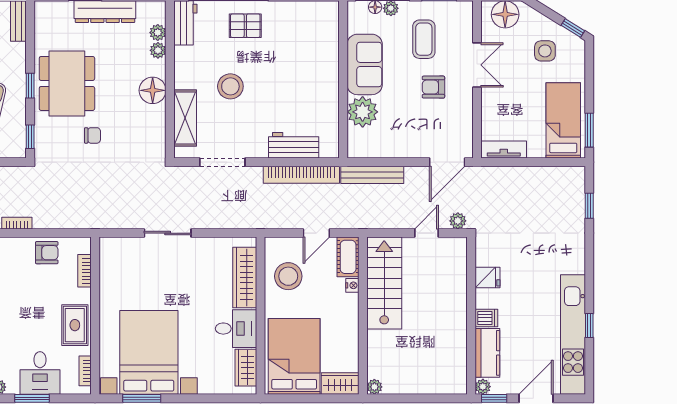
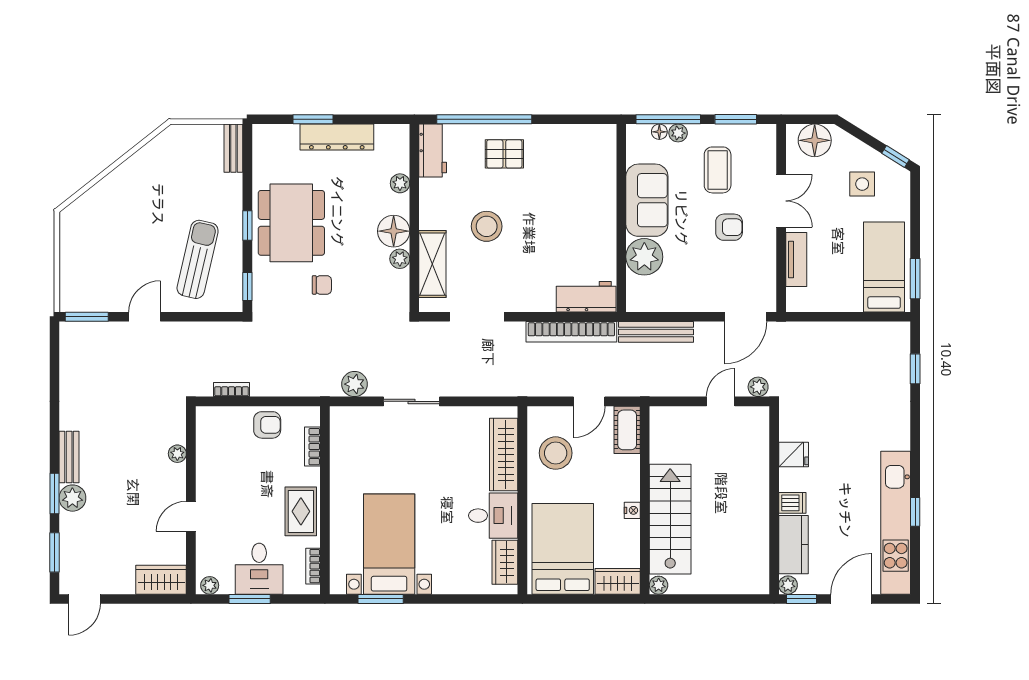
plant: (158, 33) -> (400, 259), moved
armchair: (433, 87) -> (729, 227), turned 180
workbench: (294, 145) -> (586, 297), moved
tv unit: (504, 150) -> (796, 259), moved, turned 90
plant: (120, 218) -> (354, 384), added
stairs: (384, 283) -> (670, 519), moved
nightstand: (352, 285) -> (632, 510), moved
bed with nightstands: (149, 352) -> (389, 544), width x0.73

